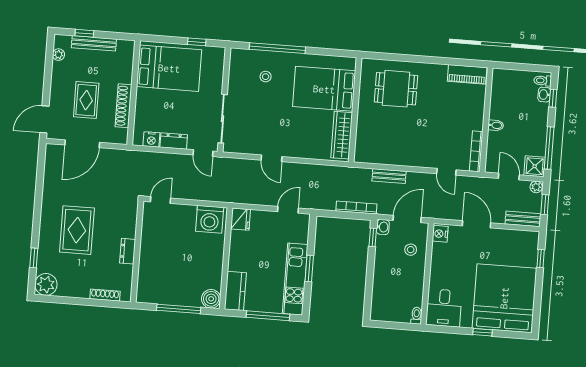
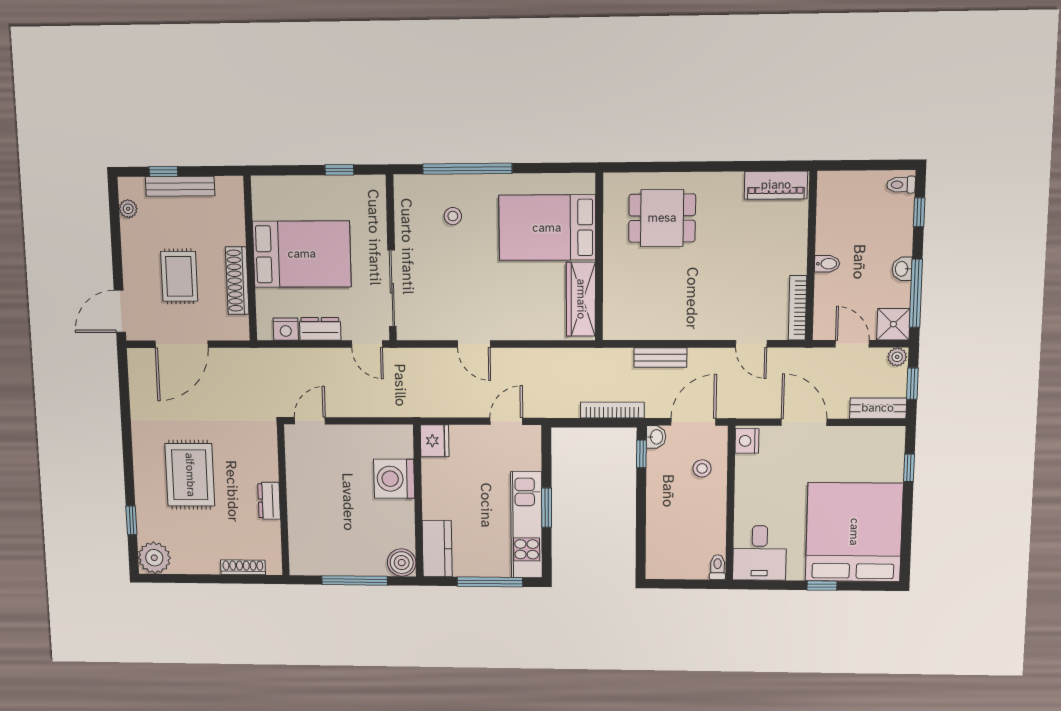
bed: (169, 68) -> (302, 254), moved
washbasin: (544, 95) -> (902, 269), moved
washing machine: (210, 219) -> (394, 479), moved, turned 90

